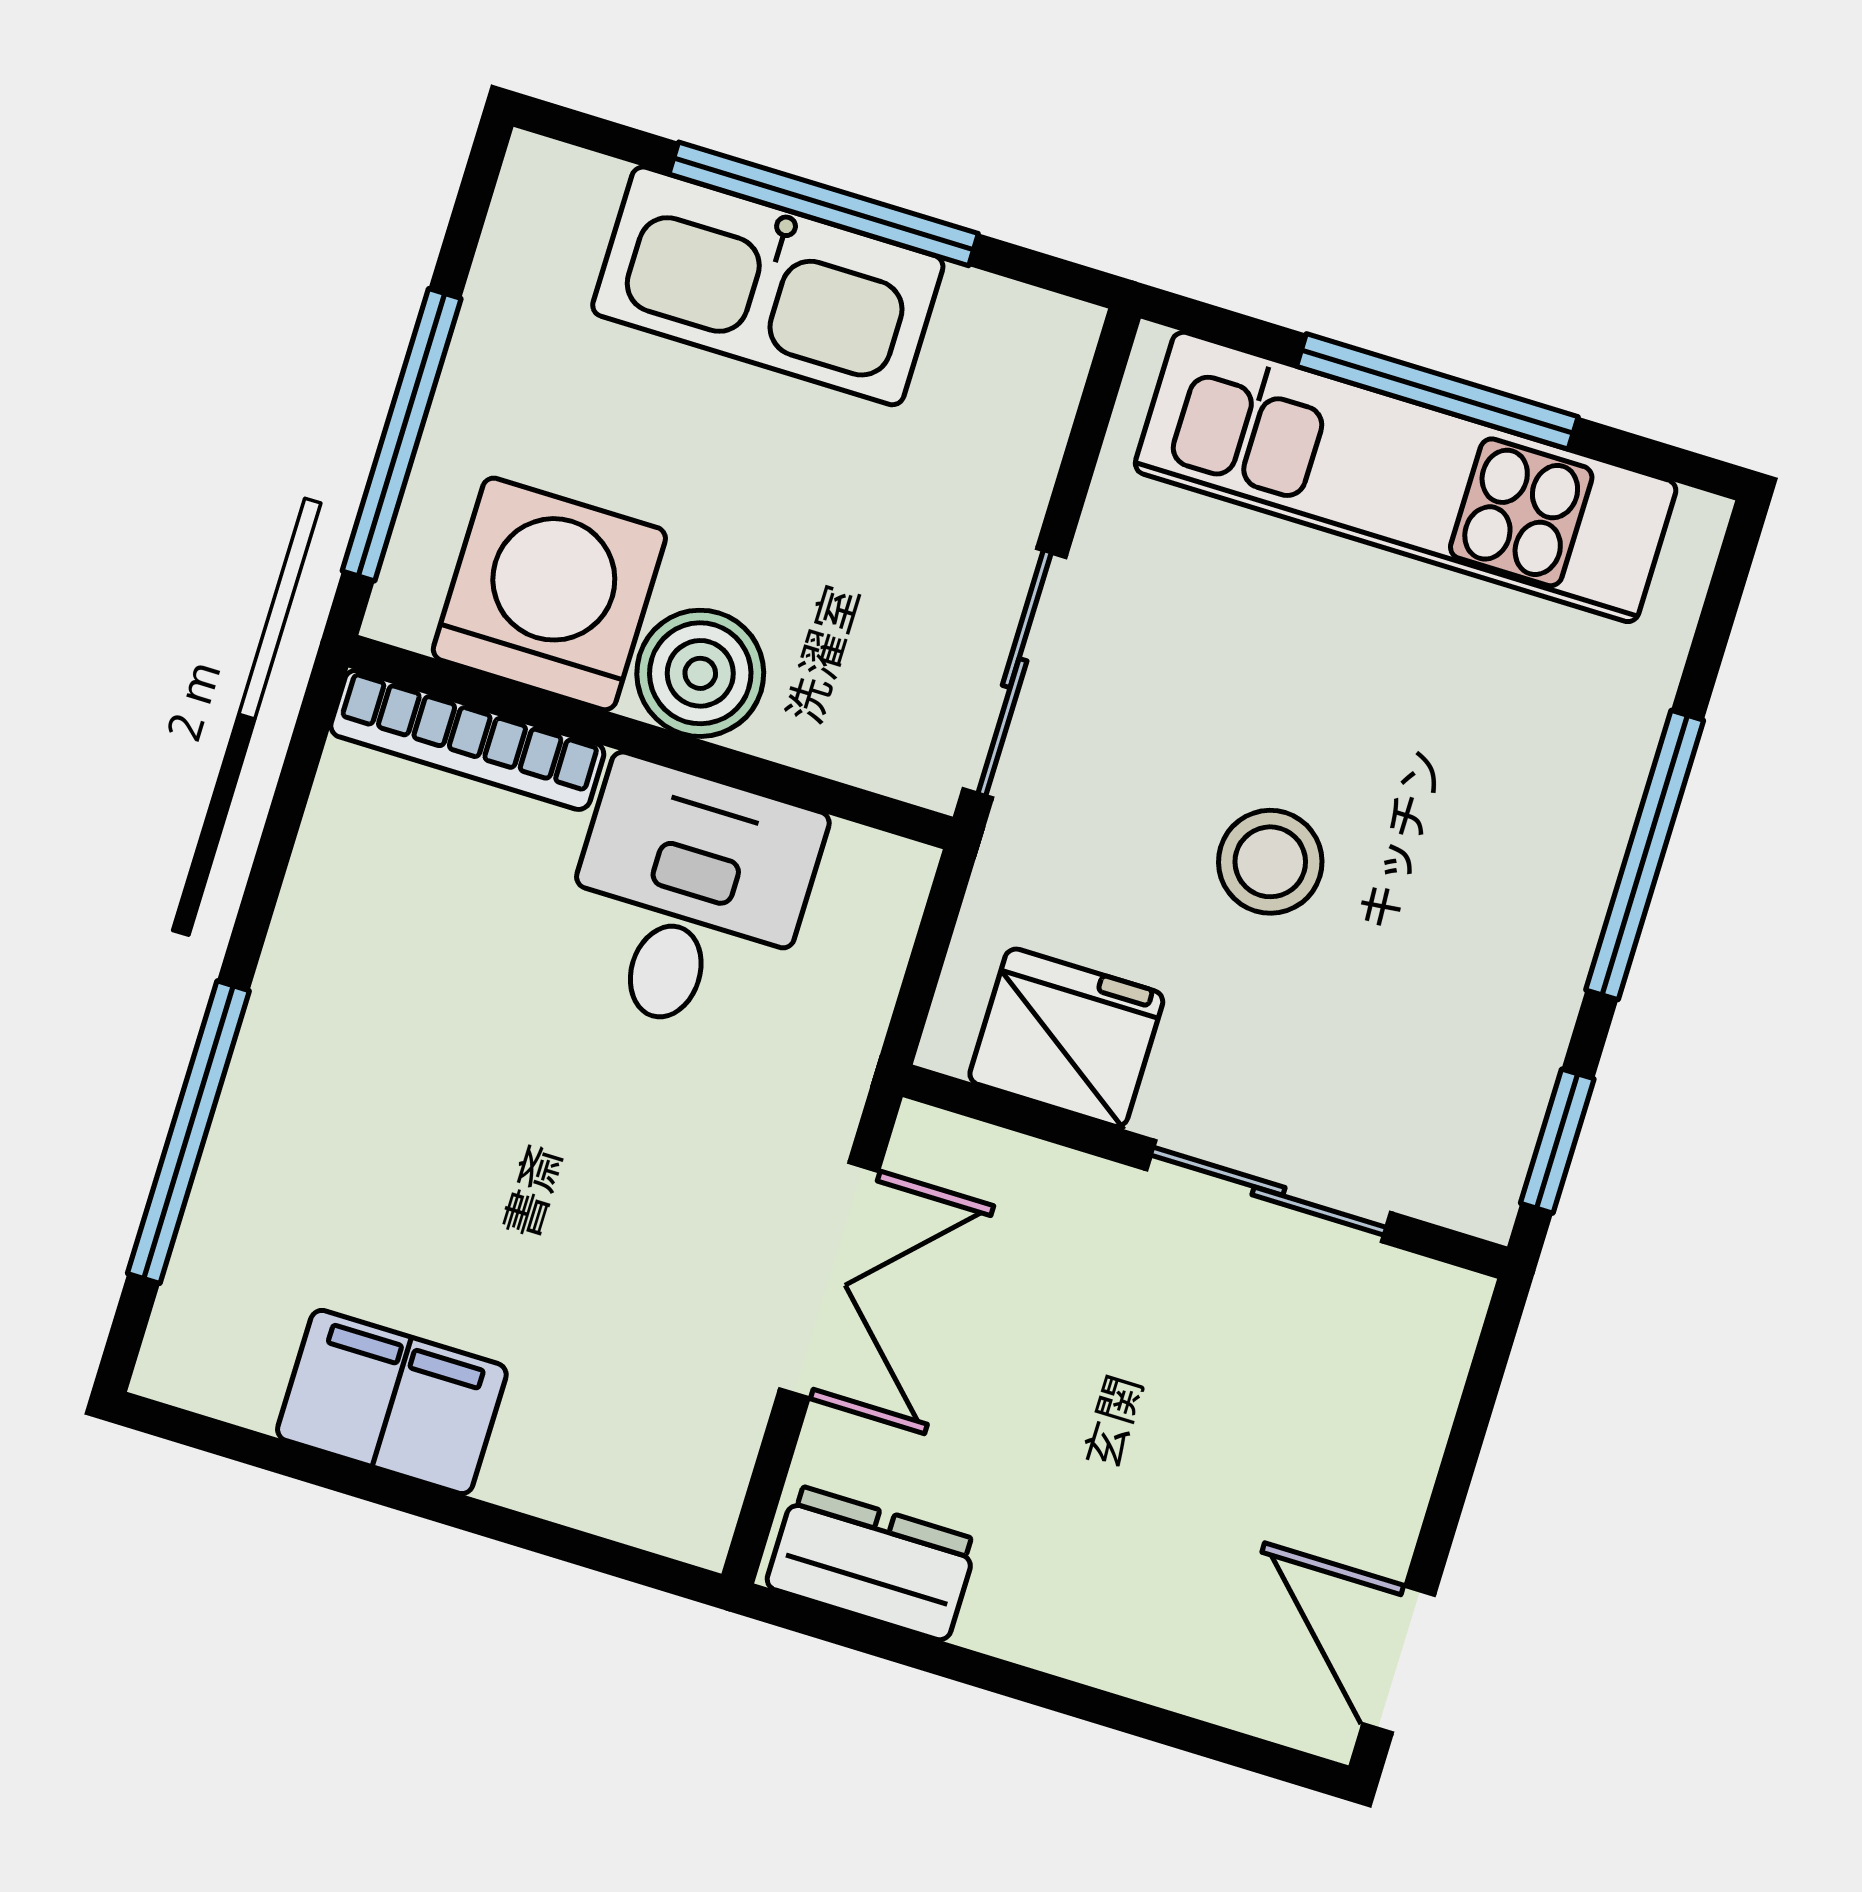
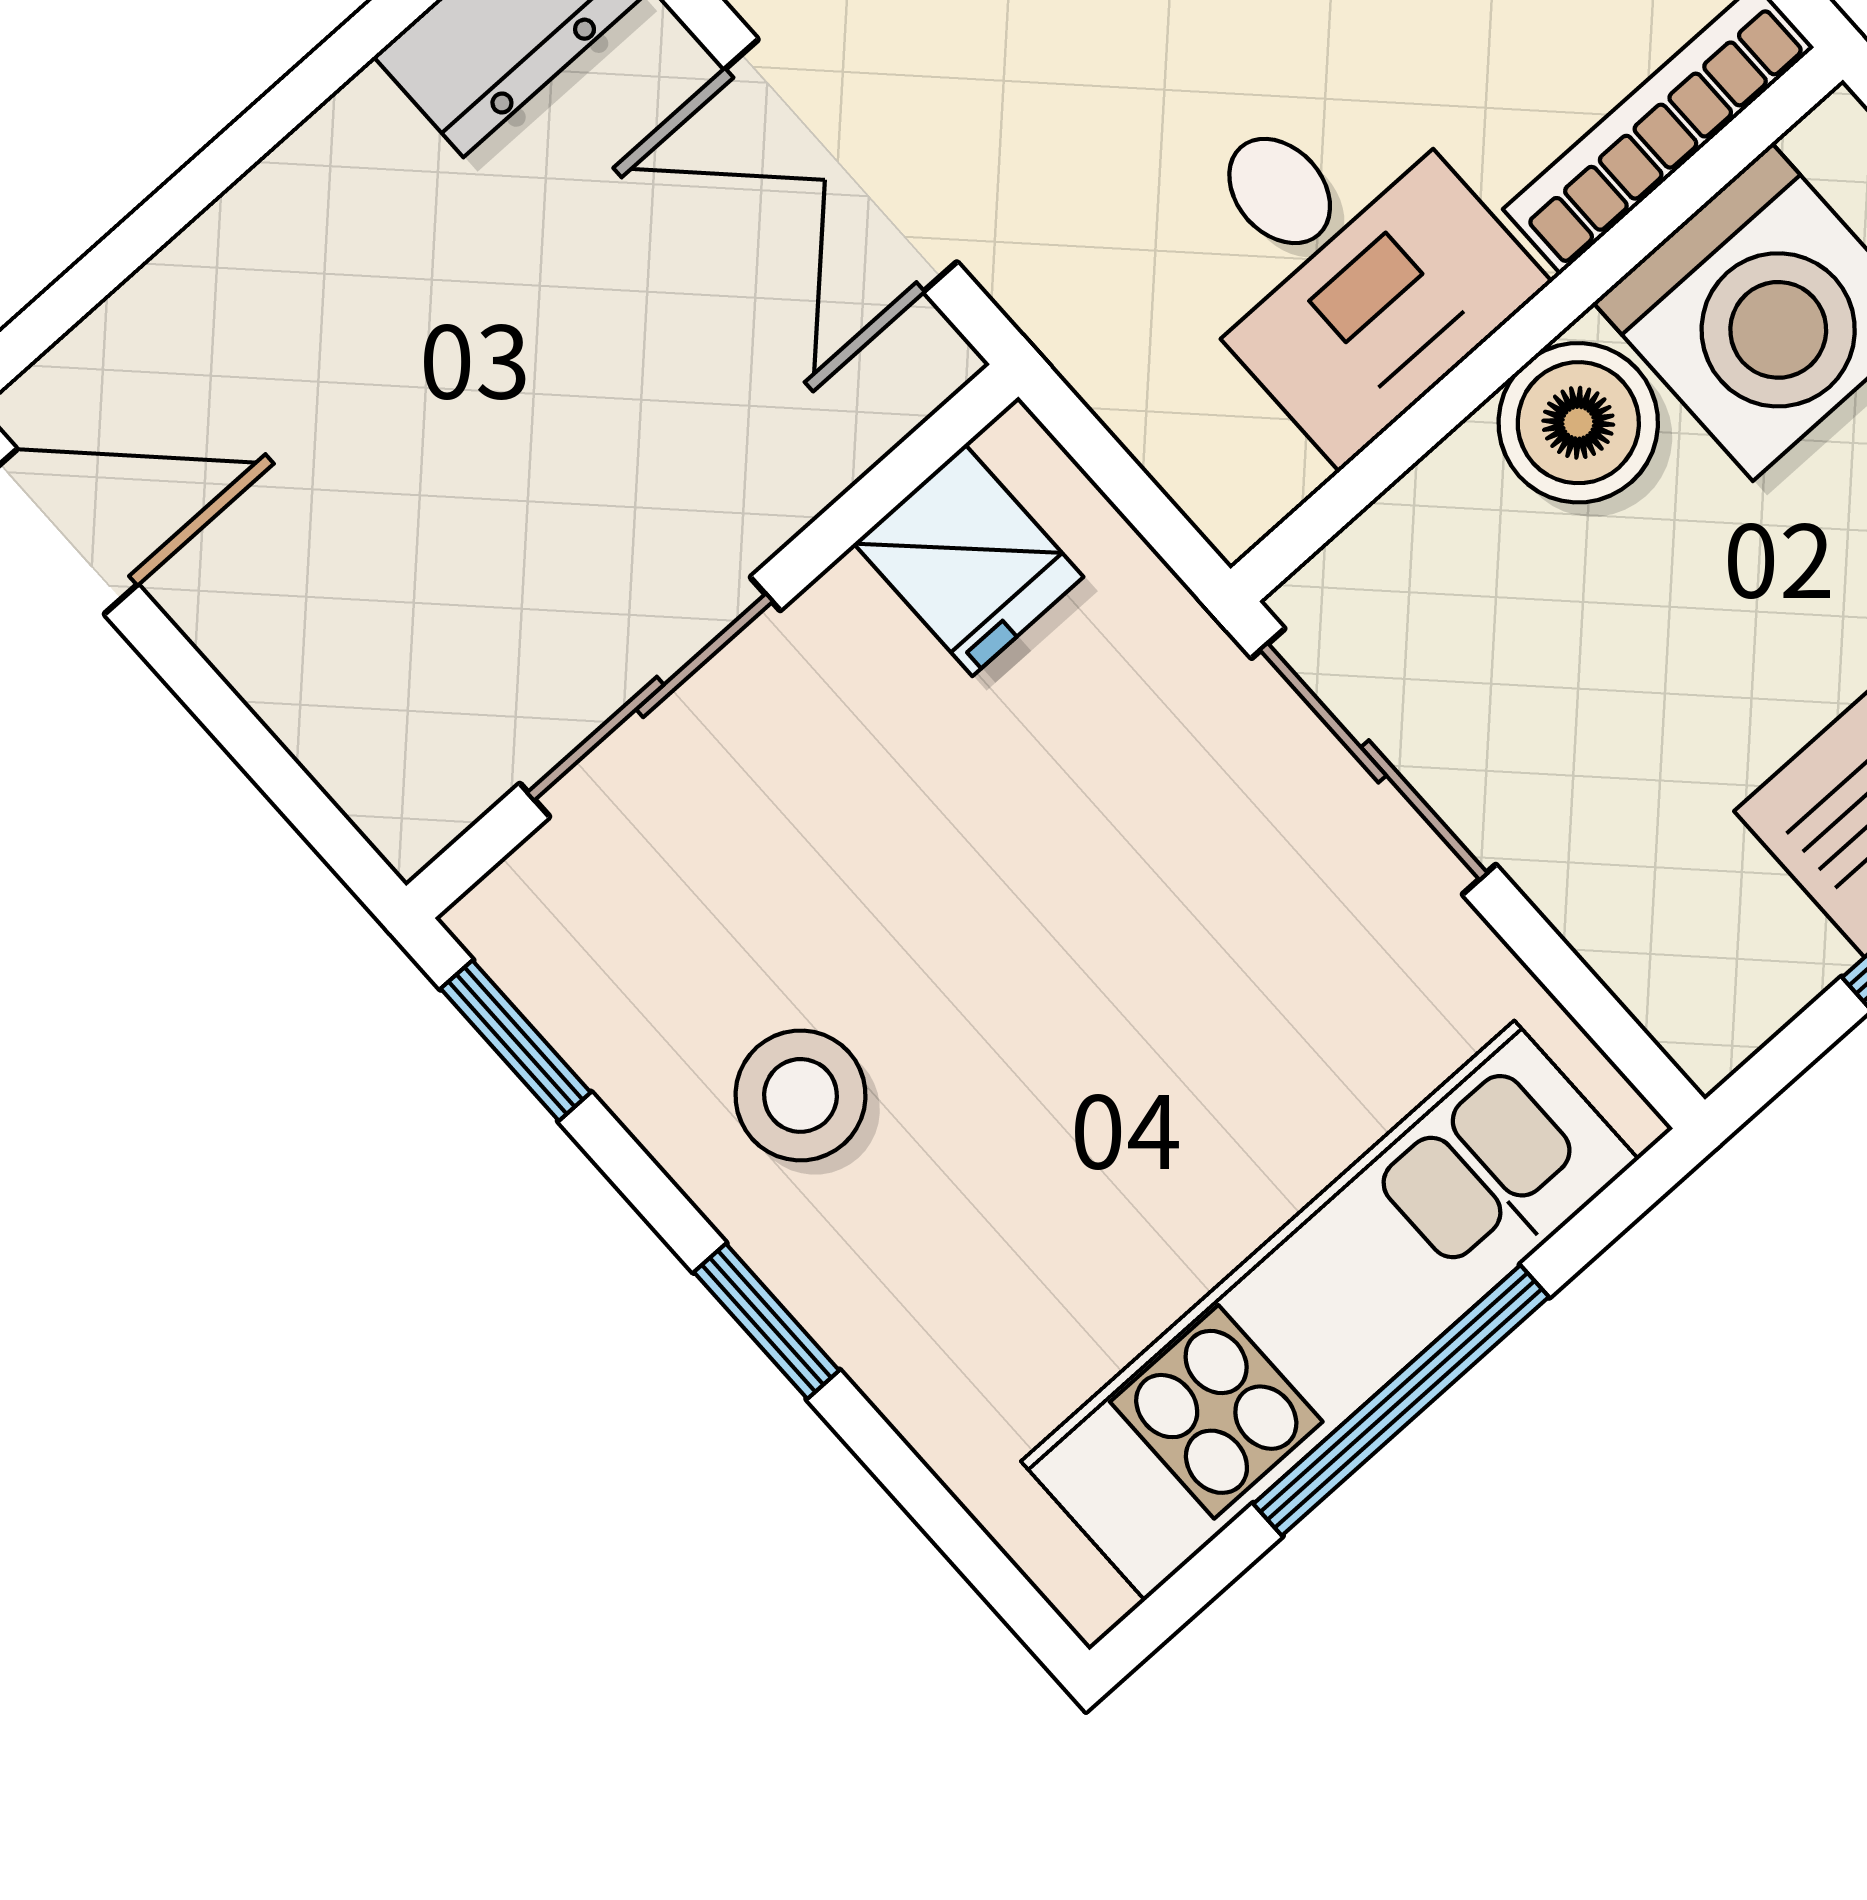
window: (1645, 855) -> (767, 1321), width x0.46
stool: (1270, 862) -> (801, 1095), moved
fridge: (1066, 1038) -> (969, 560), width x0.72

